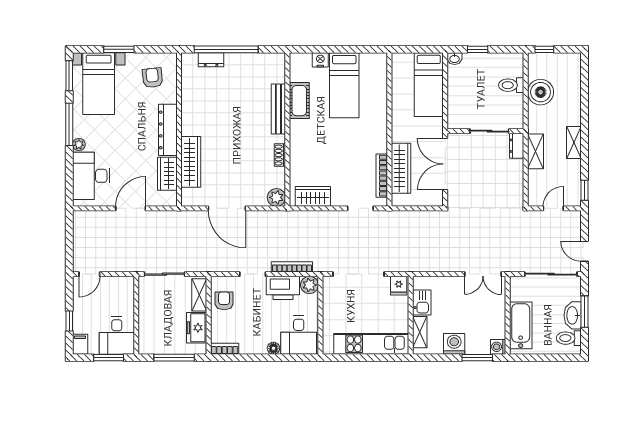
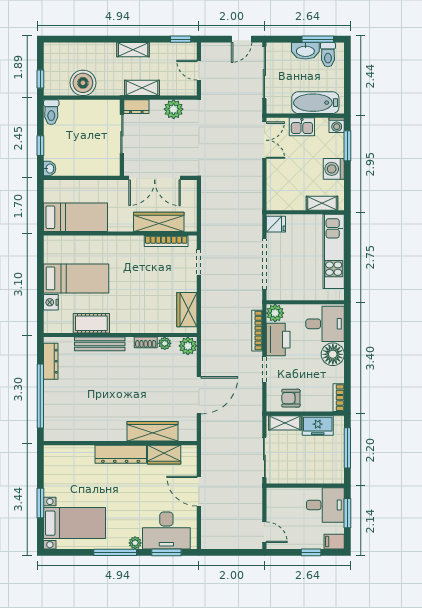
dresser: (211, 60) -> (51, 361), moved, width x1.44
window: (69, 76) -> (166, 552), moved
armchair: (152, 78) -> (69, 469), removed
bed: (429, 85) -> (76, 217), moved
toilet: (511, 85) -> (51, 112), moved
plant: (279, 174) -> (165, 343), added
plant: (514, 183) -> (174, 109), added
kitchen sink: (422, 303) -> (302, 127), moved, turned 180
window: (584, 312) -> (318, 39), moved
floor lamp: (273, 348) -> (333, 354), width x1.89, depth x1.89

